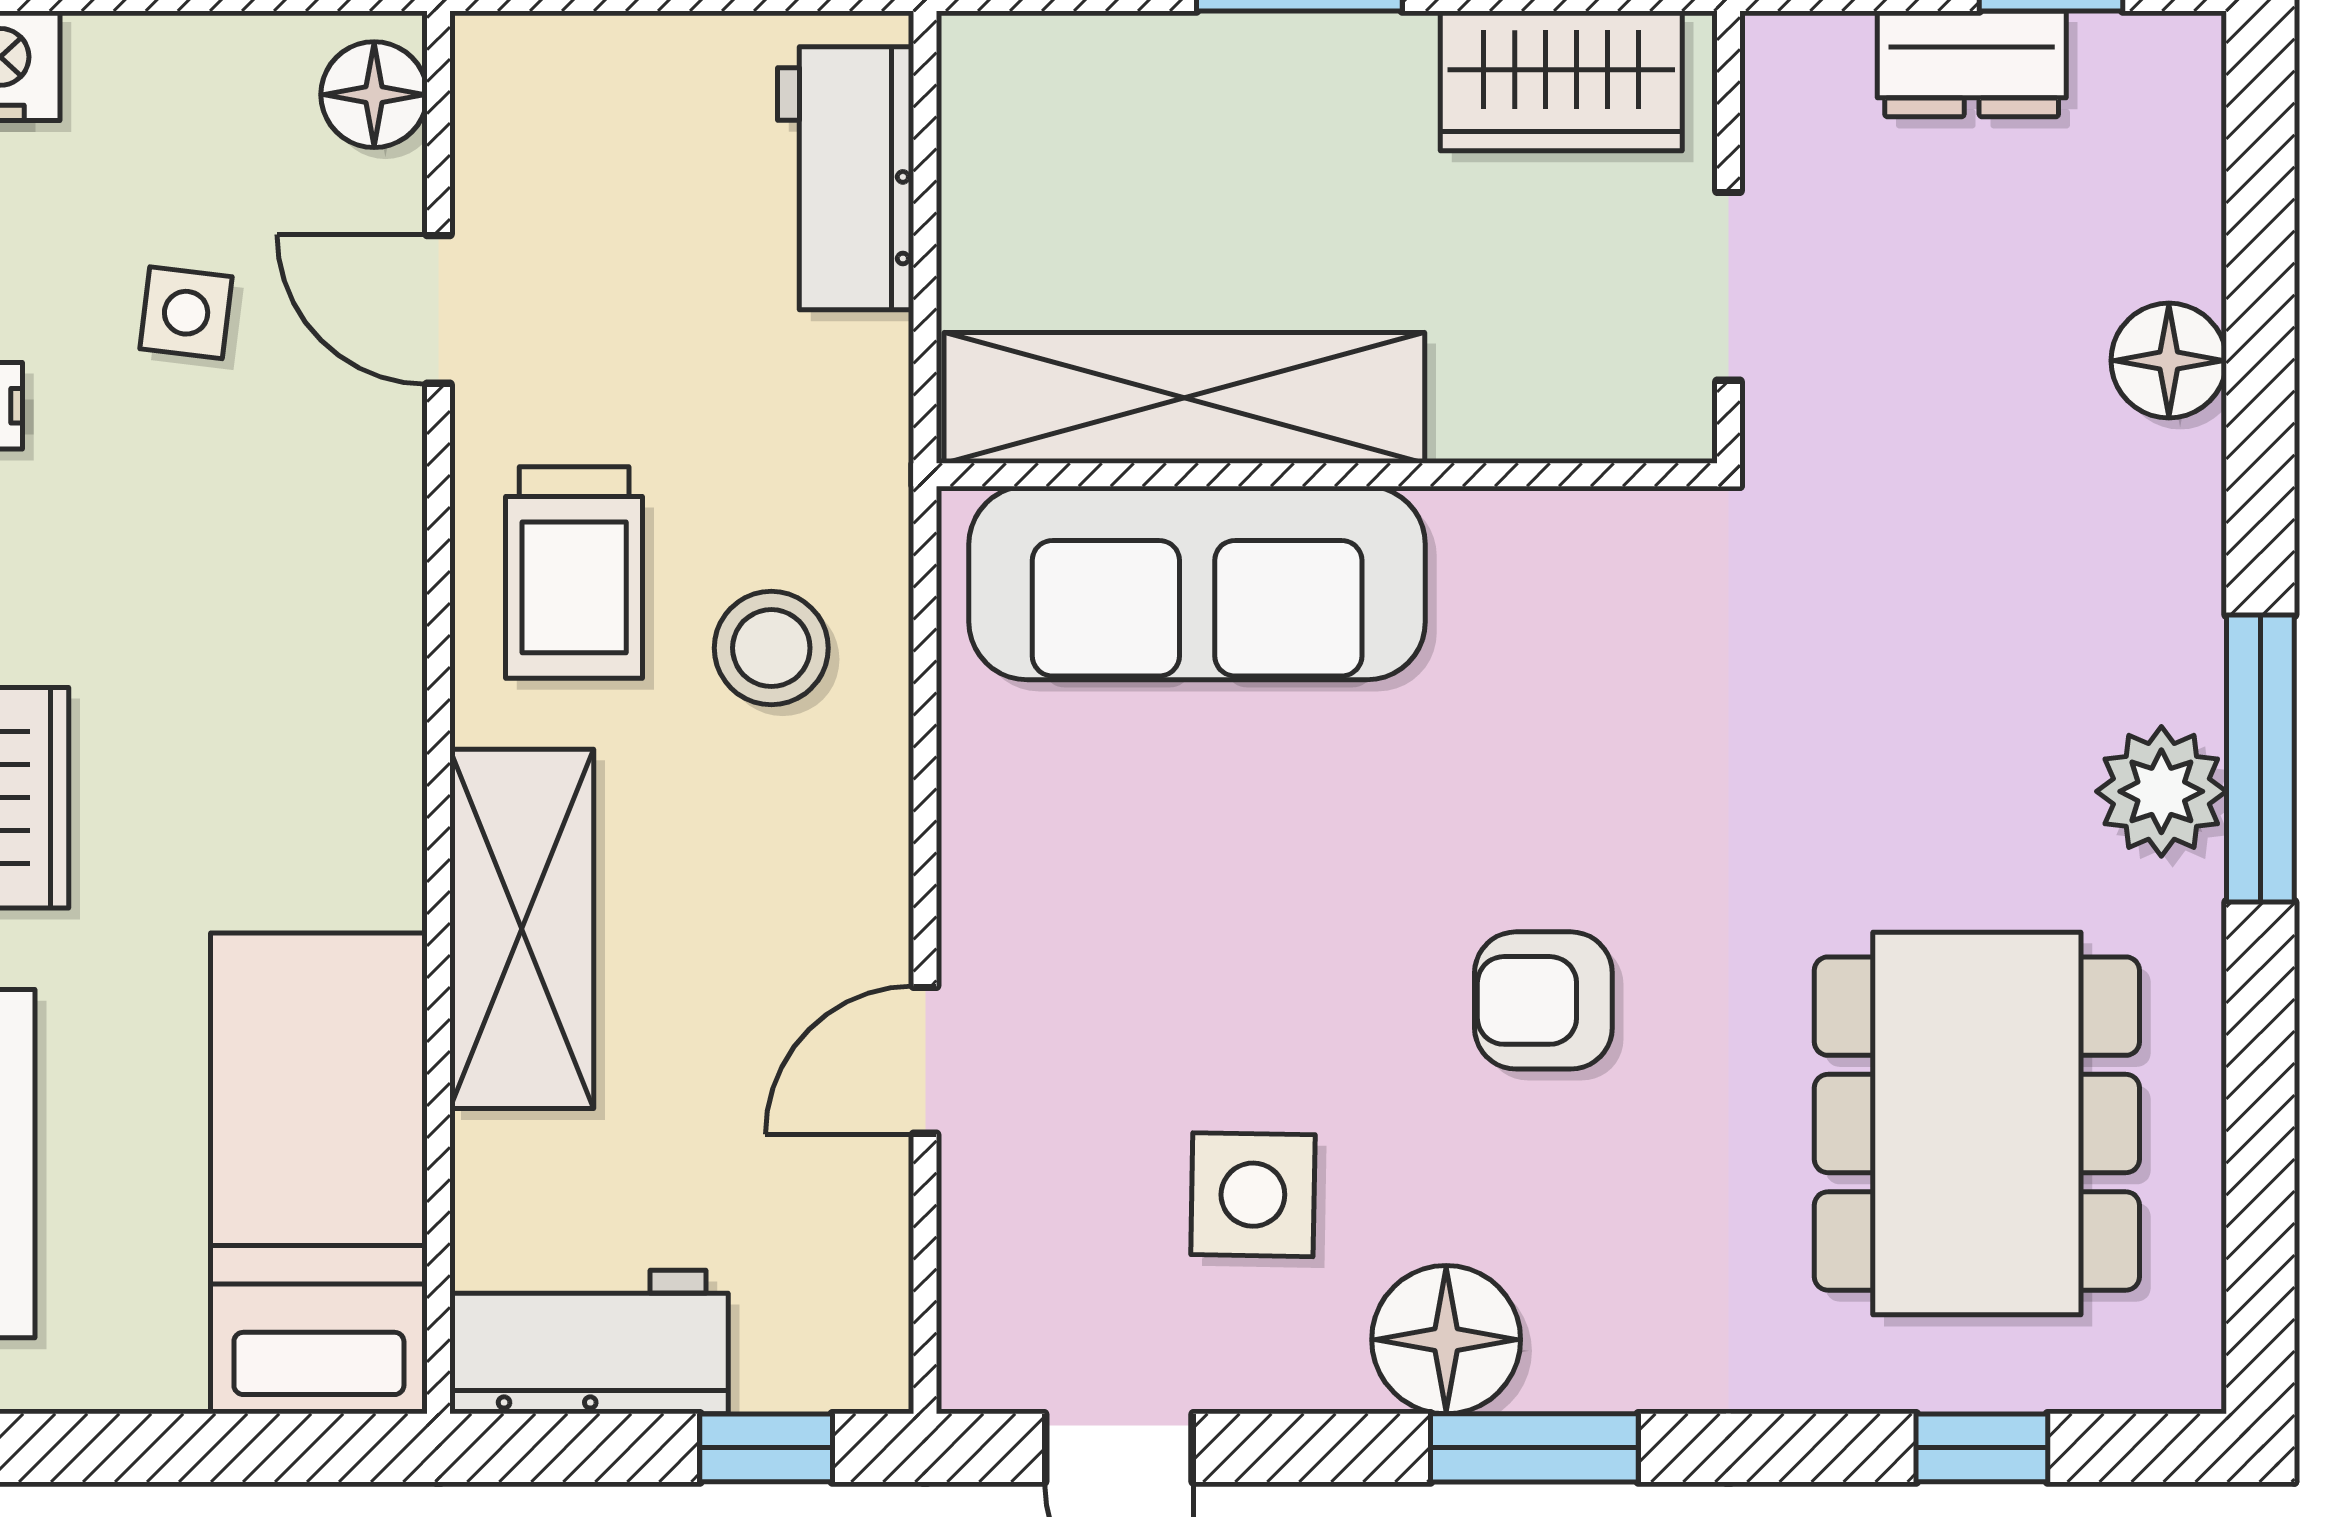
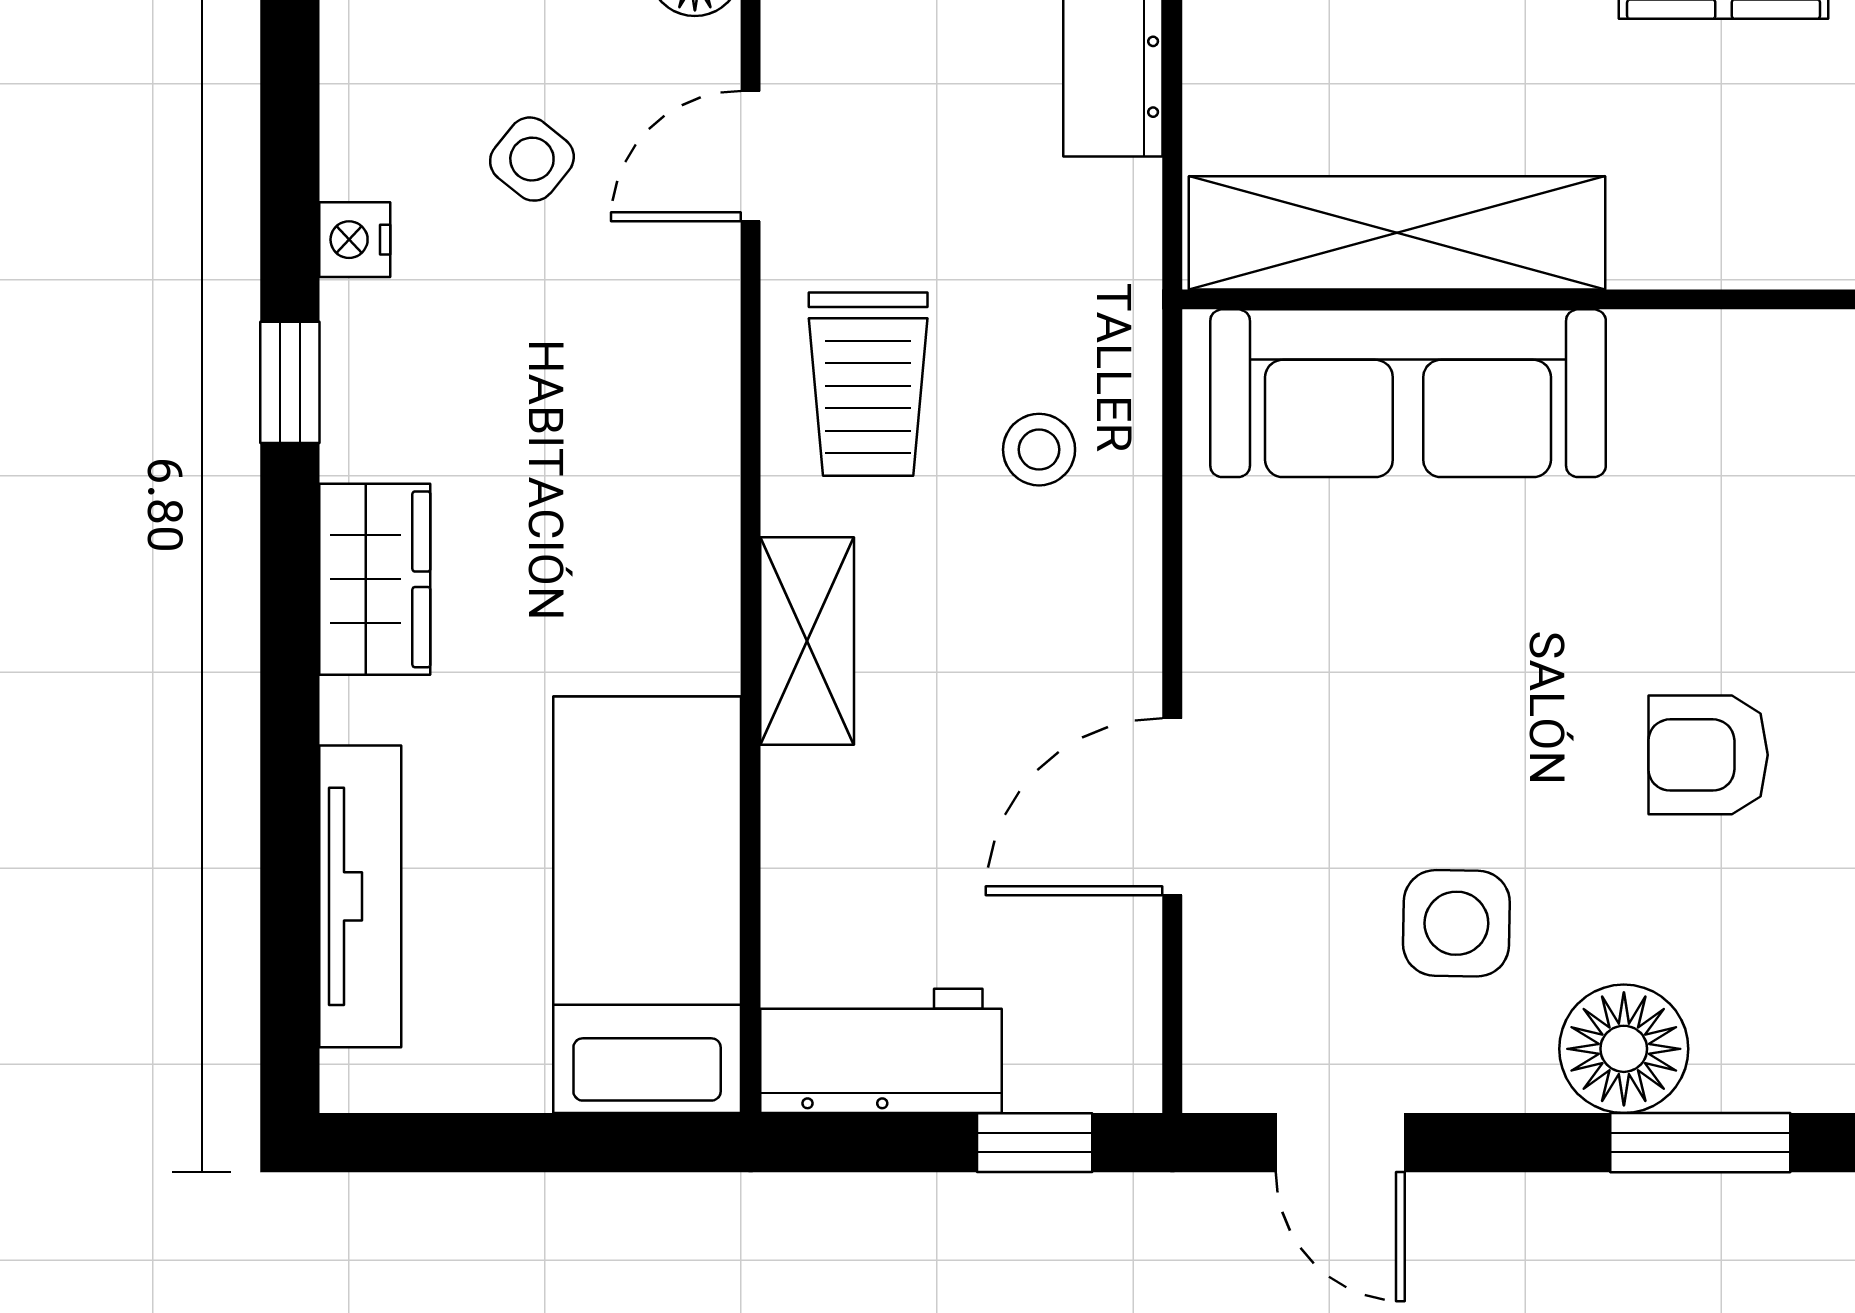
door: (438, 309) -> (751, 156), hinge flipped
side table: (186, 313) -> (532, 159), turned 32
stool: (771, 648) -> (1039, 450), width x0.73, depth x0.73
shelving: (522, 929) -> (807, 641), width x0.67, depth x0.75
door: (925, 1060) -> (1172, 807), width x1.38

